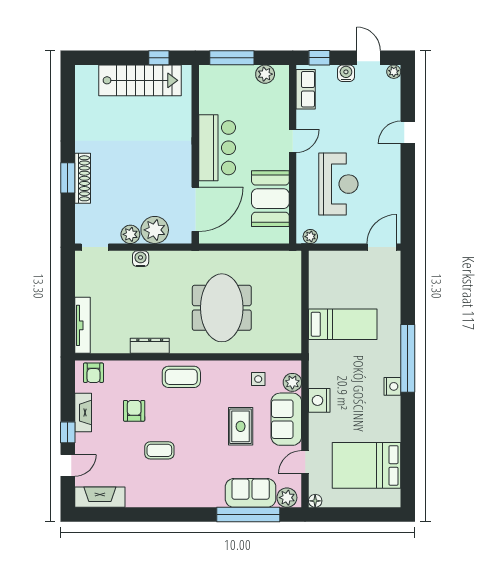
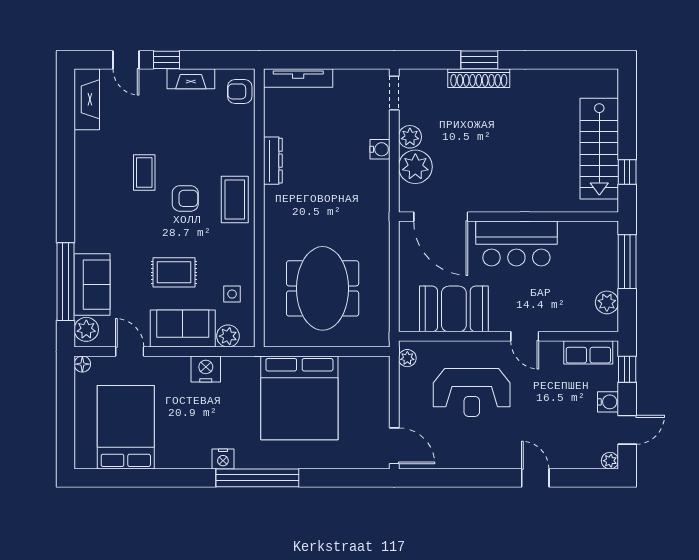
meeting table: (222, 308) -> (323, 288), moved, turned 90
bed: (343, 324) -> (299, 398), width x2.04
armchair: (134, 411) -> (185, 198), moved

